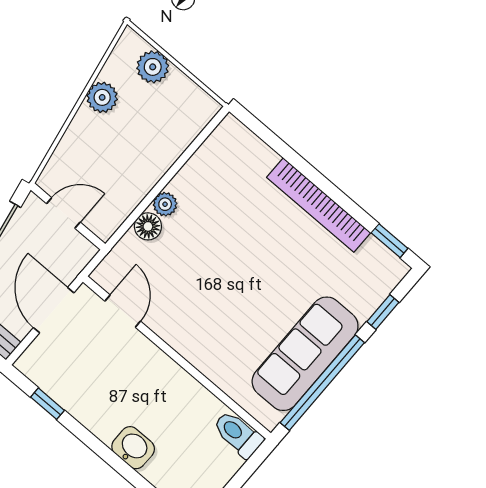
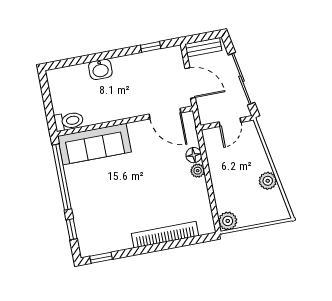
plant: (153, 67) -> (228, 221), moved
bookcase: (319, 205) -> (165, 235), moved
door: (123, 311) -> (165, 114), width x1.38
sofa: (305, 354) -> (94, 144), moved, turned 90

